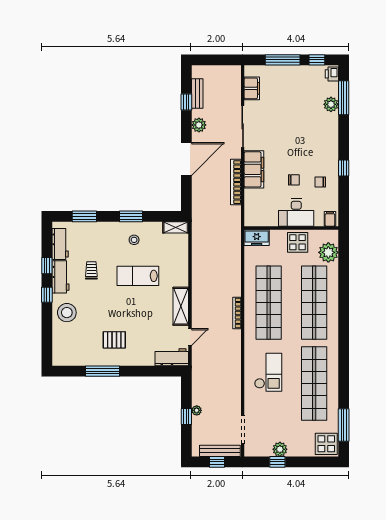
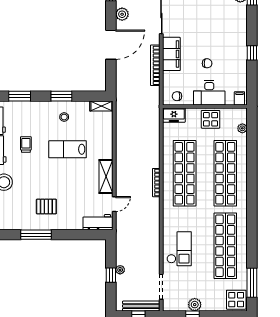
chair: (320, 182) -> (177, 96), moved
plant: (328, 252) -> (242, 128), width x0.53, depth x0.53
checkout: (268, 372) -> (179, 249), moved

